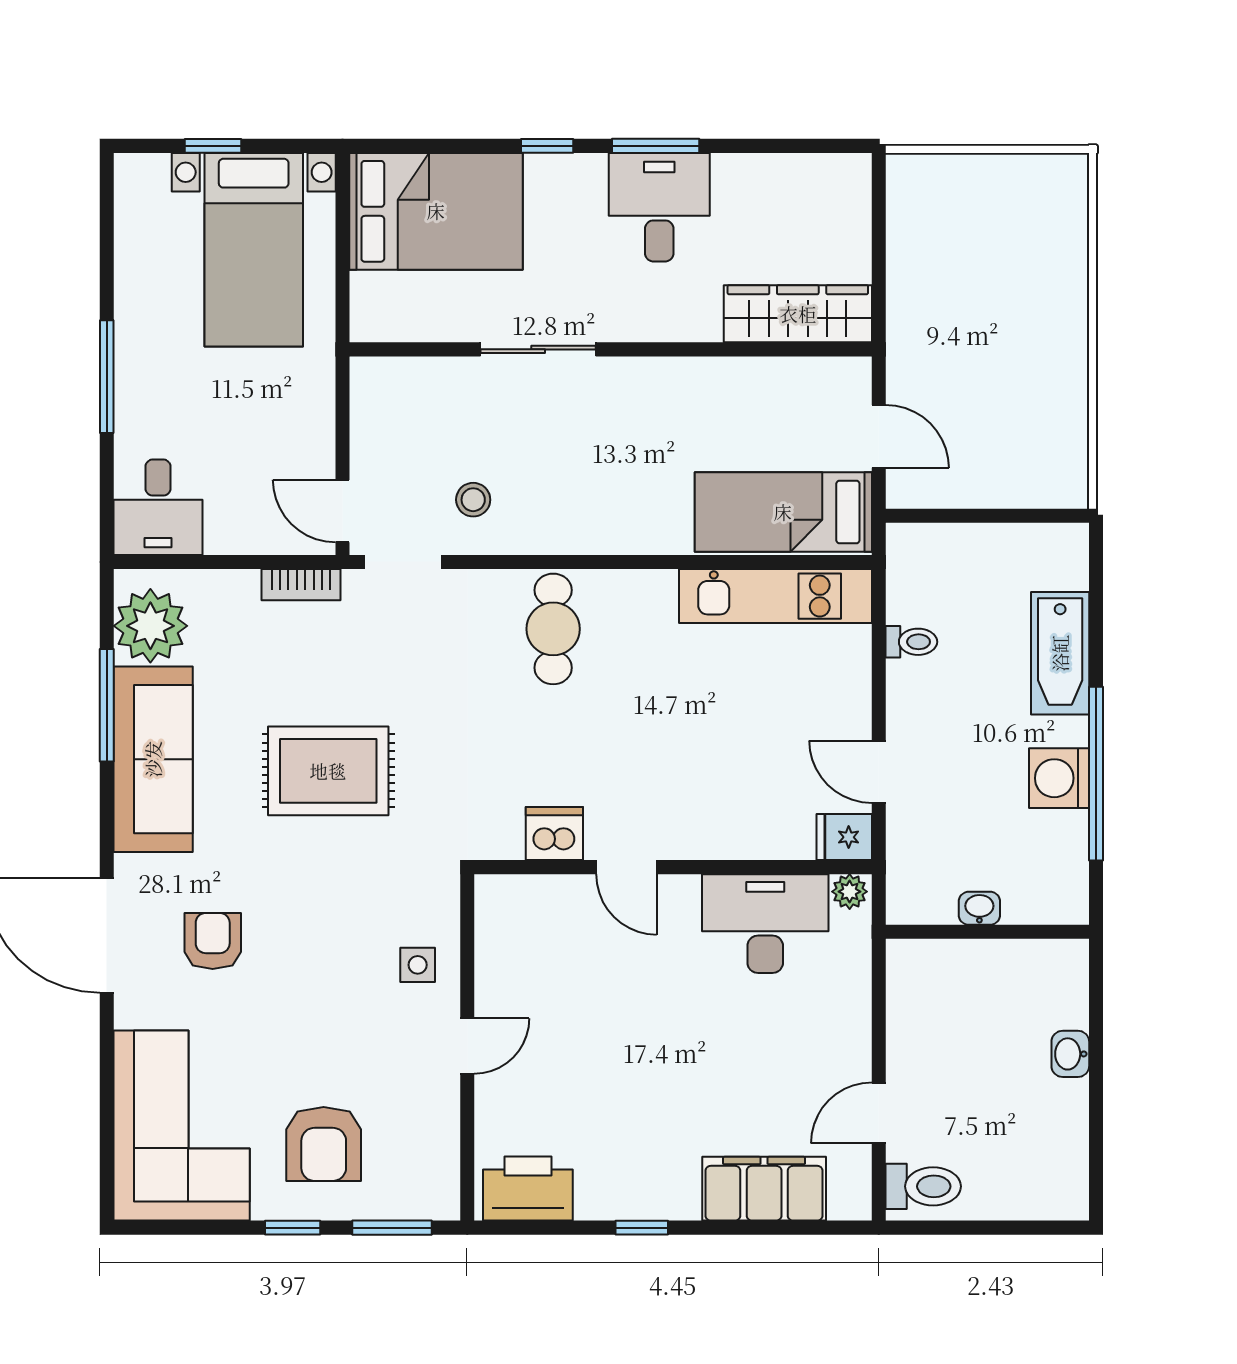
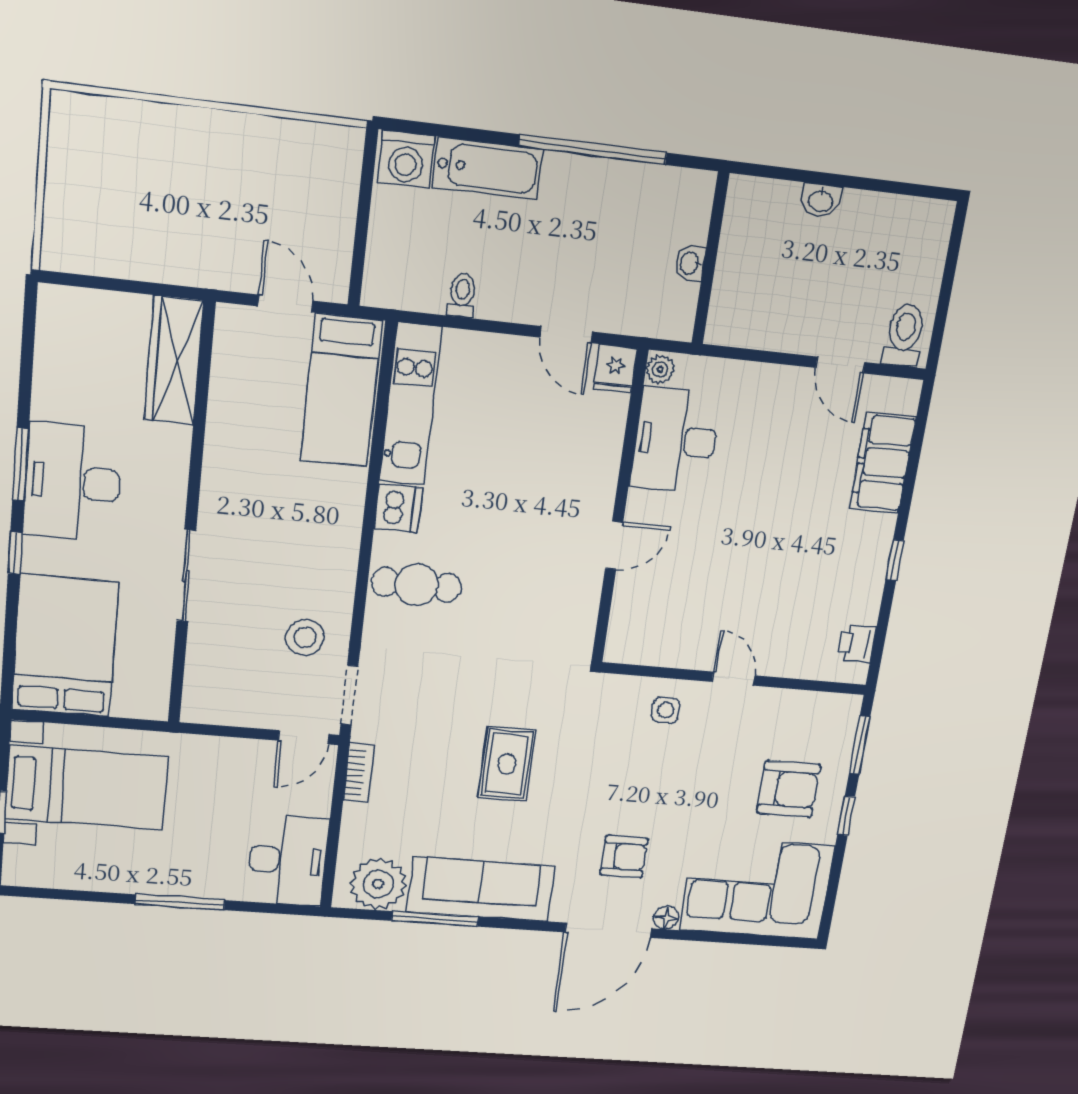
desk: (659, 207) -> (73, 482), width x1.37
door: (879, 436) -> (285, 303), hinge flipped
stool: (473, 500) -> (305, 637), width x1.37, depth x1.37
desk: (158, 507) -> (288, 860), width x1.37
rug: (328, 771) -> (507, 764), width x0.73, depth x0.70
door: (879, 772) -> (566, 335), hinge flipped
washing machine: (1059, 778) -> (406, 159), moved
dishwasher: (554, 834) -> (398, 508), moved, turned 180
armchair: (213, 941) -> (624, 857), turned 180
floor lamp: (130, 1010) -> (666, 918), added
printer: (528, 1189) -> (857, 644), width x0.53, depth x0.68

